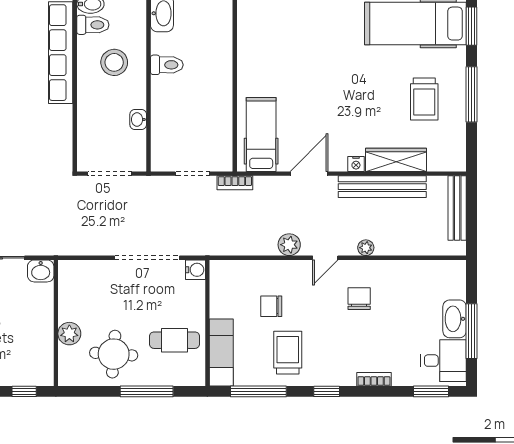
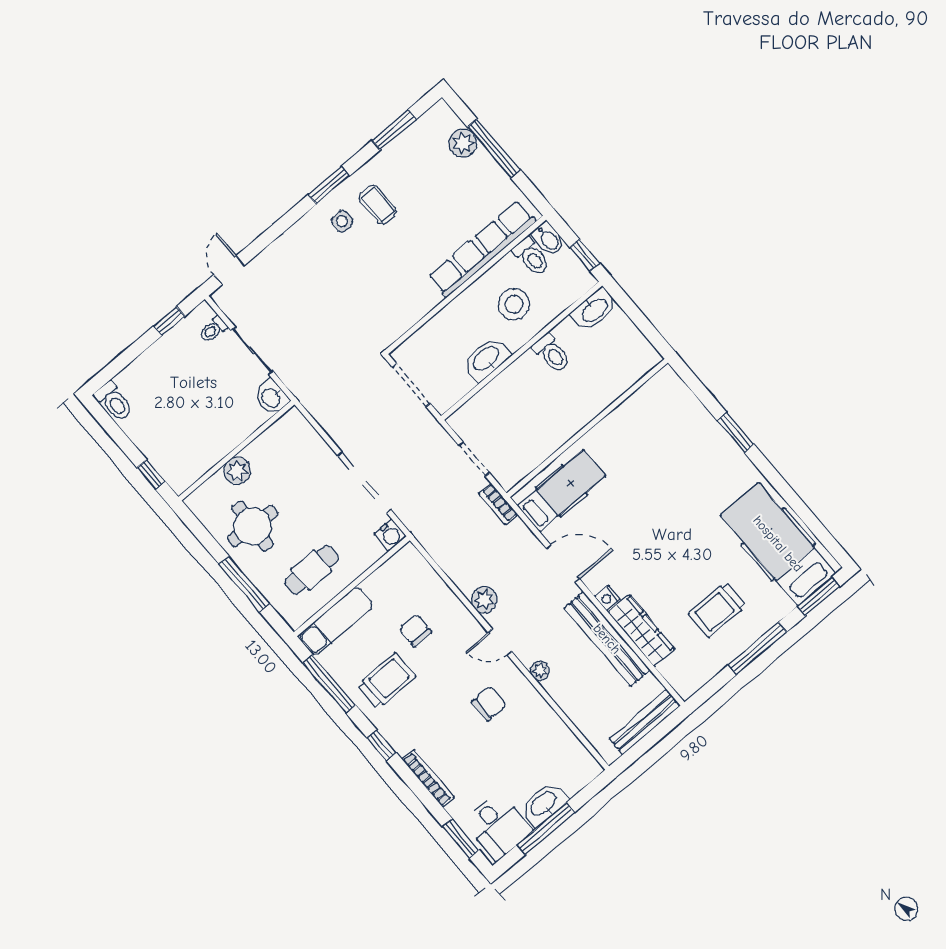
washbasin: (138, 119) -> (487, 359), width x1.91, depth x1.45
cafe table: (175, 340) -> (311, 570), turned 90
bookcase: (374, 379) -> (428, 778), width x1.56

